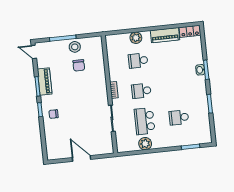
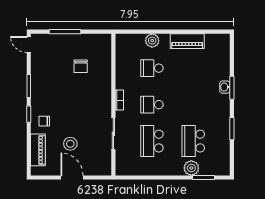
locker: (190, 31) -> (217, 40), removed
stool: (75, 47) -> (70, 144), moved
piano: (45, 81) -> (38, 150), moved
school desk: (179, 117) -> (193, 141), width x1.85
plant: (145, 144) -> (191, 168), moved

